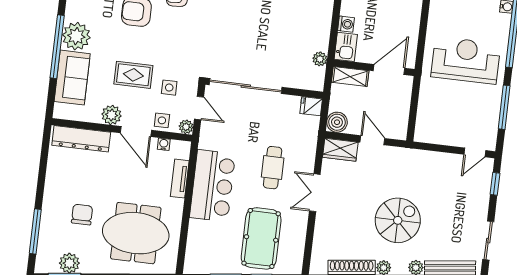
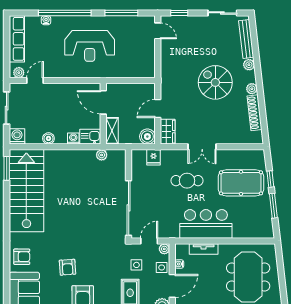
reception desk: (466, 60) -> (90, 46), turned -90
fridge: (311, 106) -> (153, 157), moved

